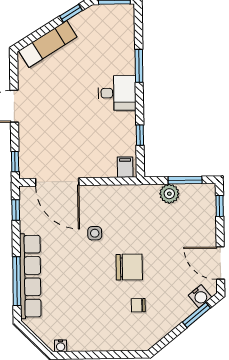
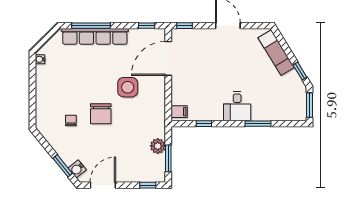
side table: (95, 233) -> (128, 87), width x1.87, depth x1.87

